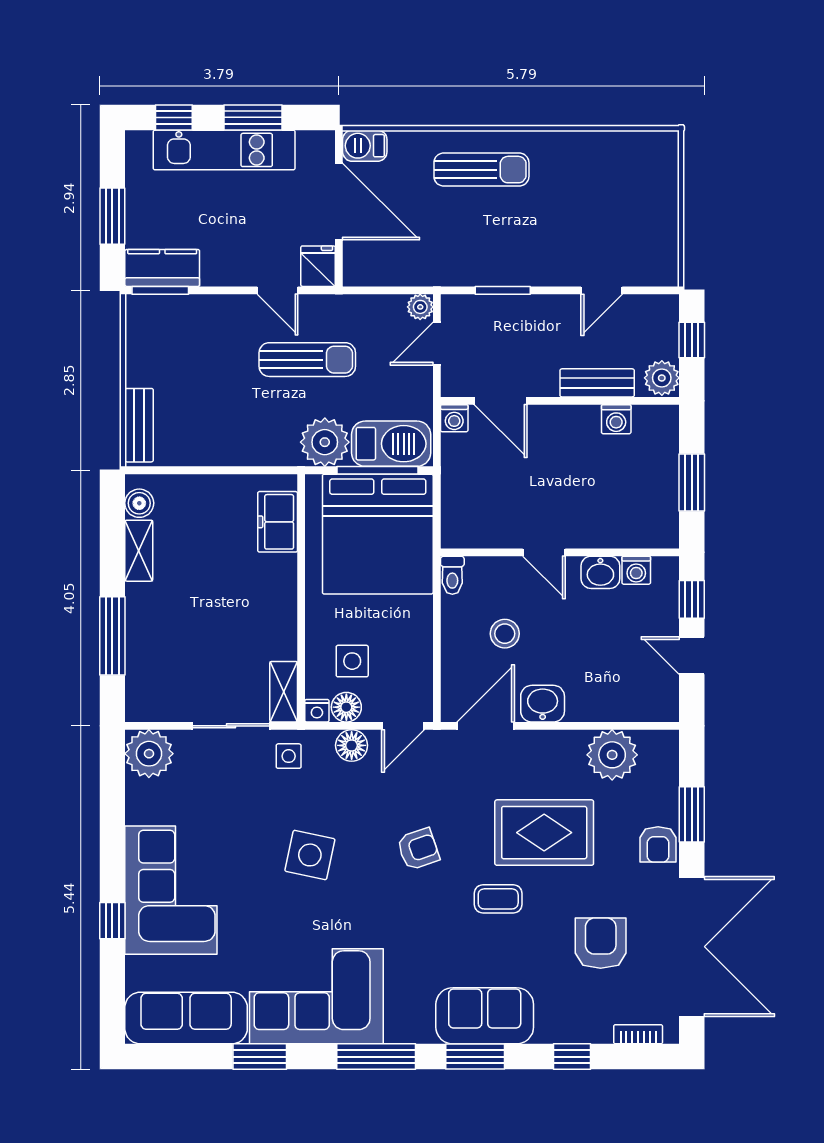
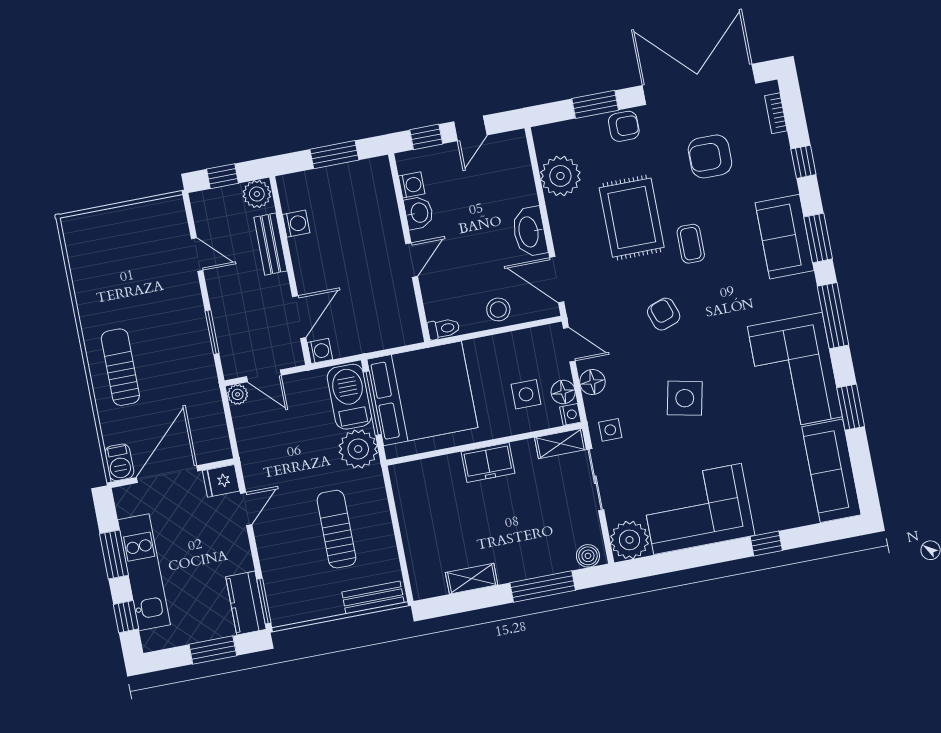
sun lounger: (307, 360) -> (336, 529), moved
boiler: (139, 503) -> (588, 556), moved
freezer: (278, 522) -> (488, 462), moved
stool: (505, 634) -> (498, 309), moved
washbasin: (543, 704) -> (529, 232), width x1.38
corner sofa: (171, 890) -> (698, 509), moved

